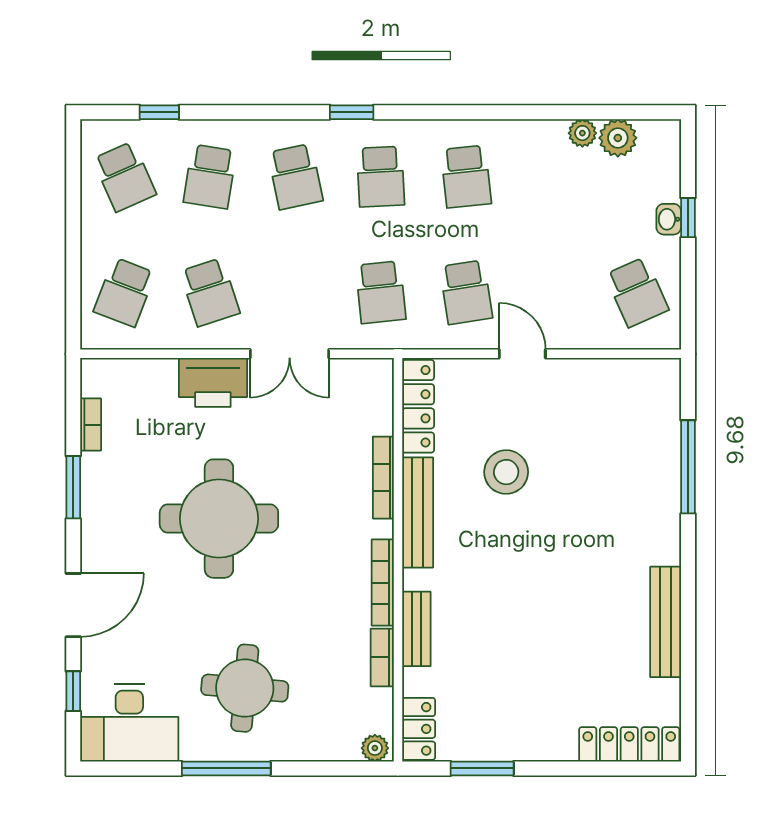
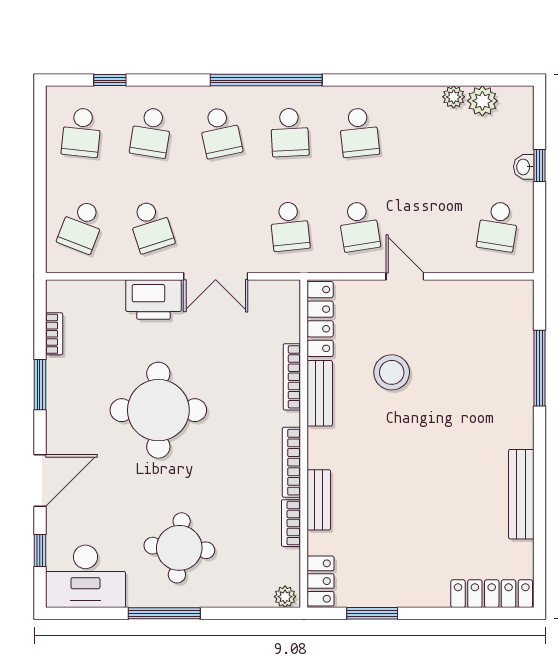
window: (352, 112) -> (266, 80), width x3.17
school desk: (124, 177) -> (82, 132), turned 30
school desk: (637, 292) -> (498, 226), turned 33
bench: (418, 513) -> (320, 393), width x0.73

